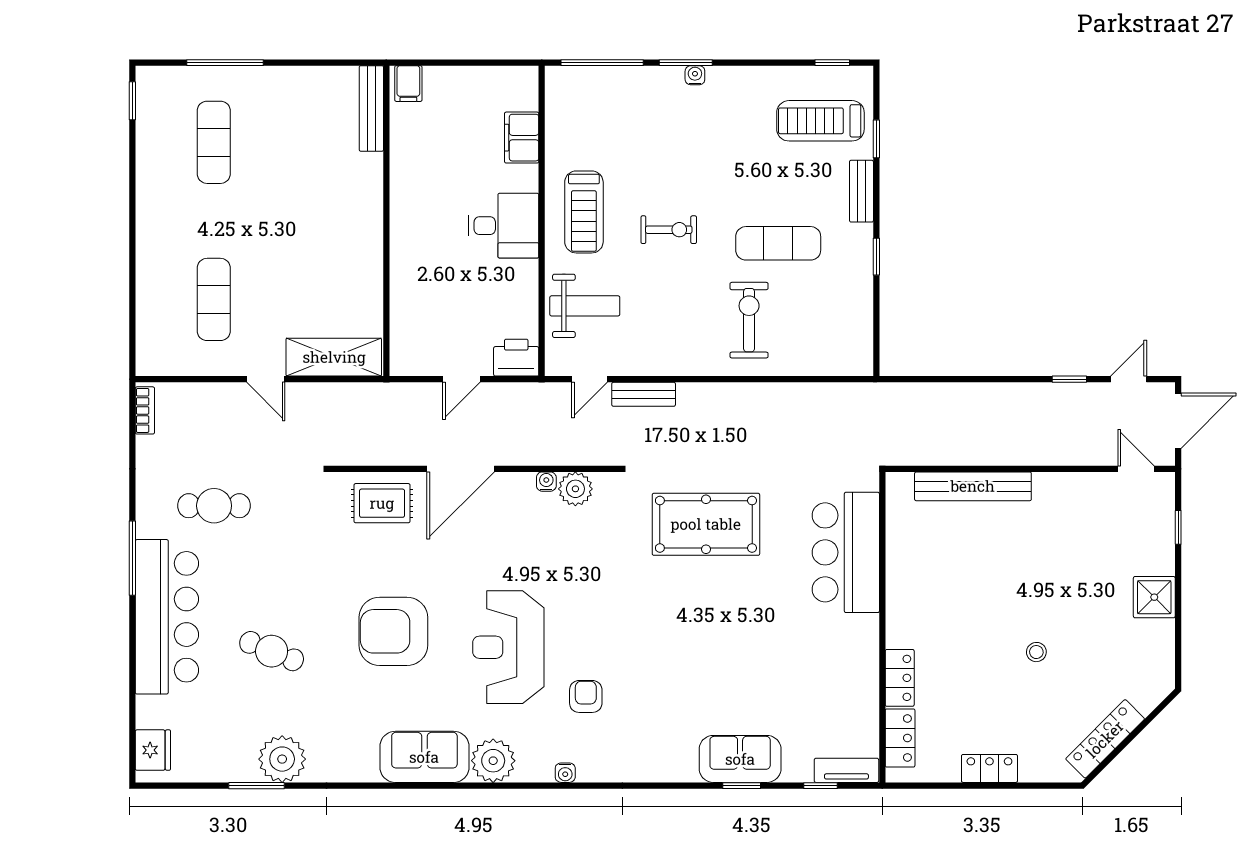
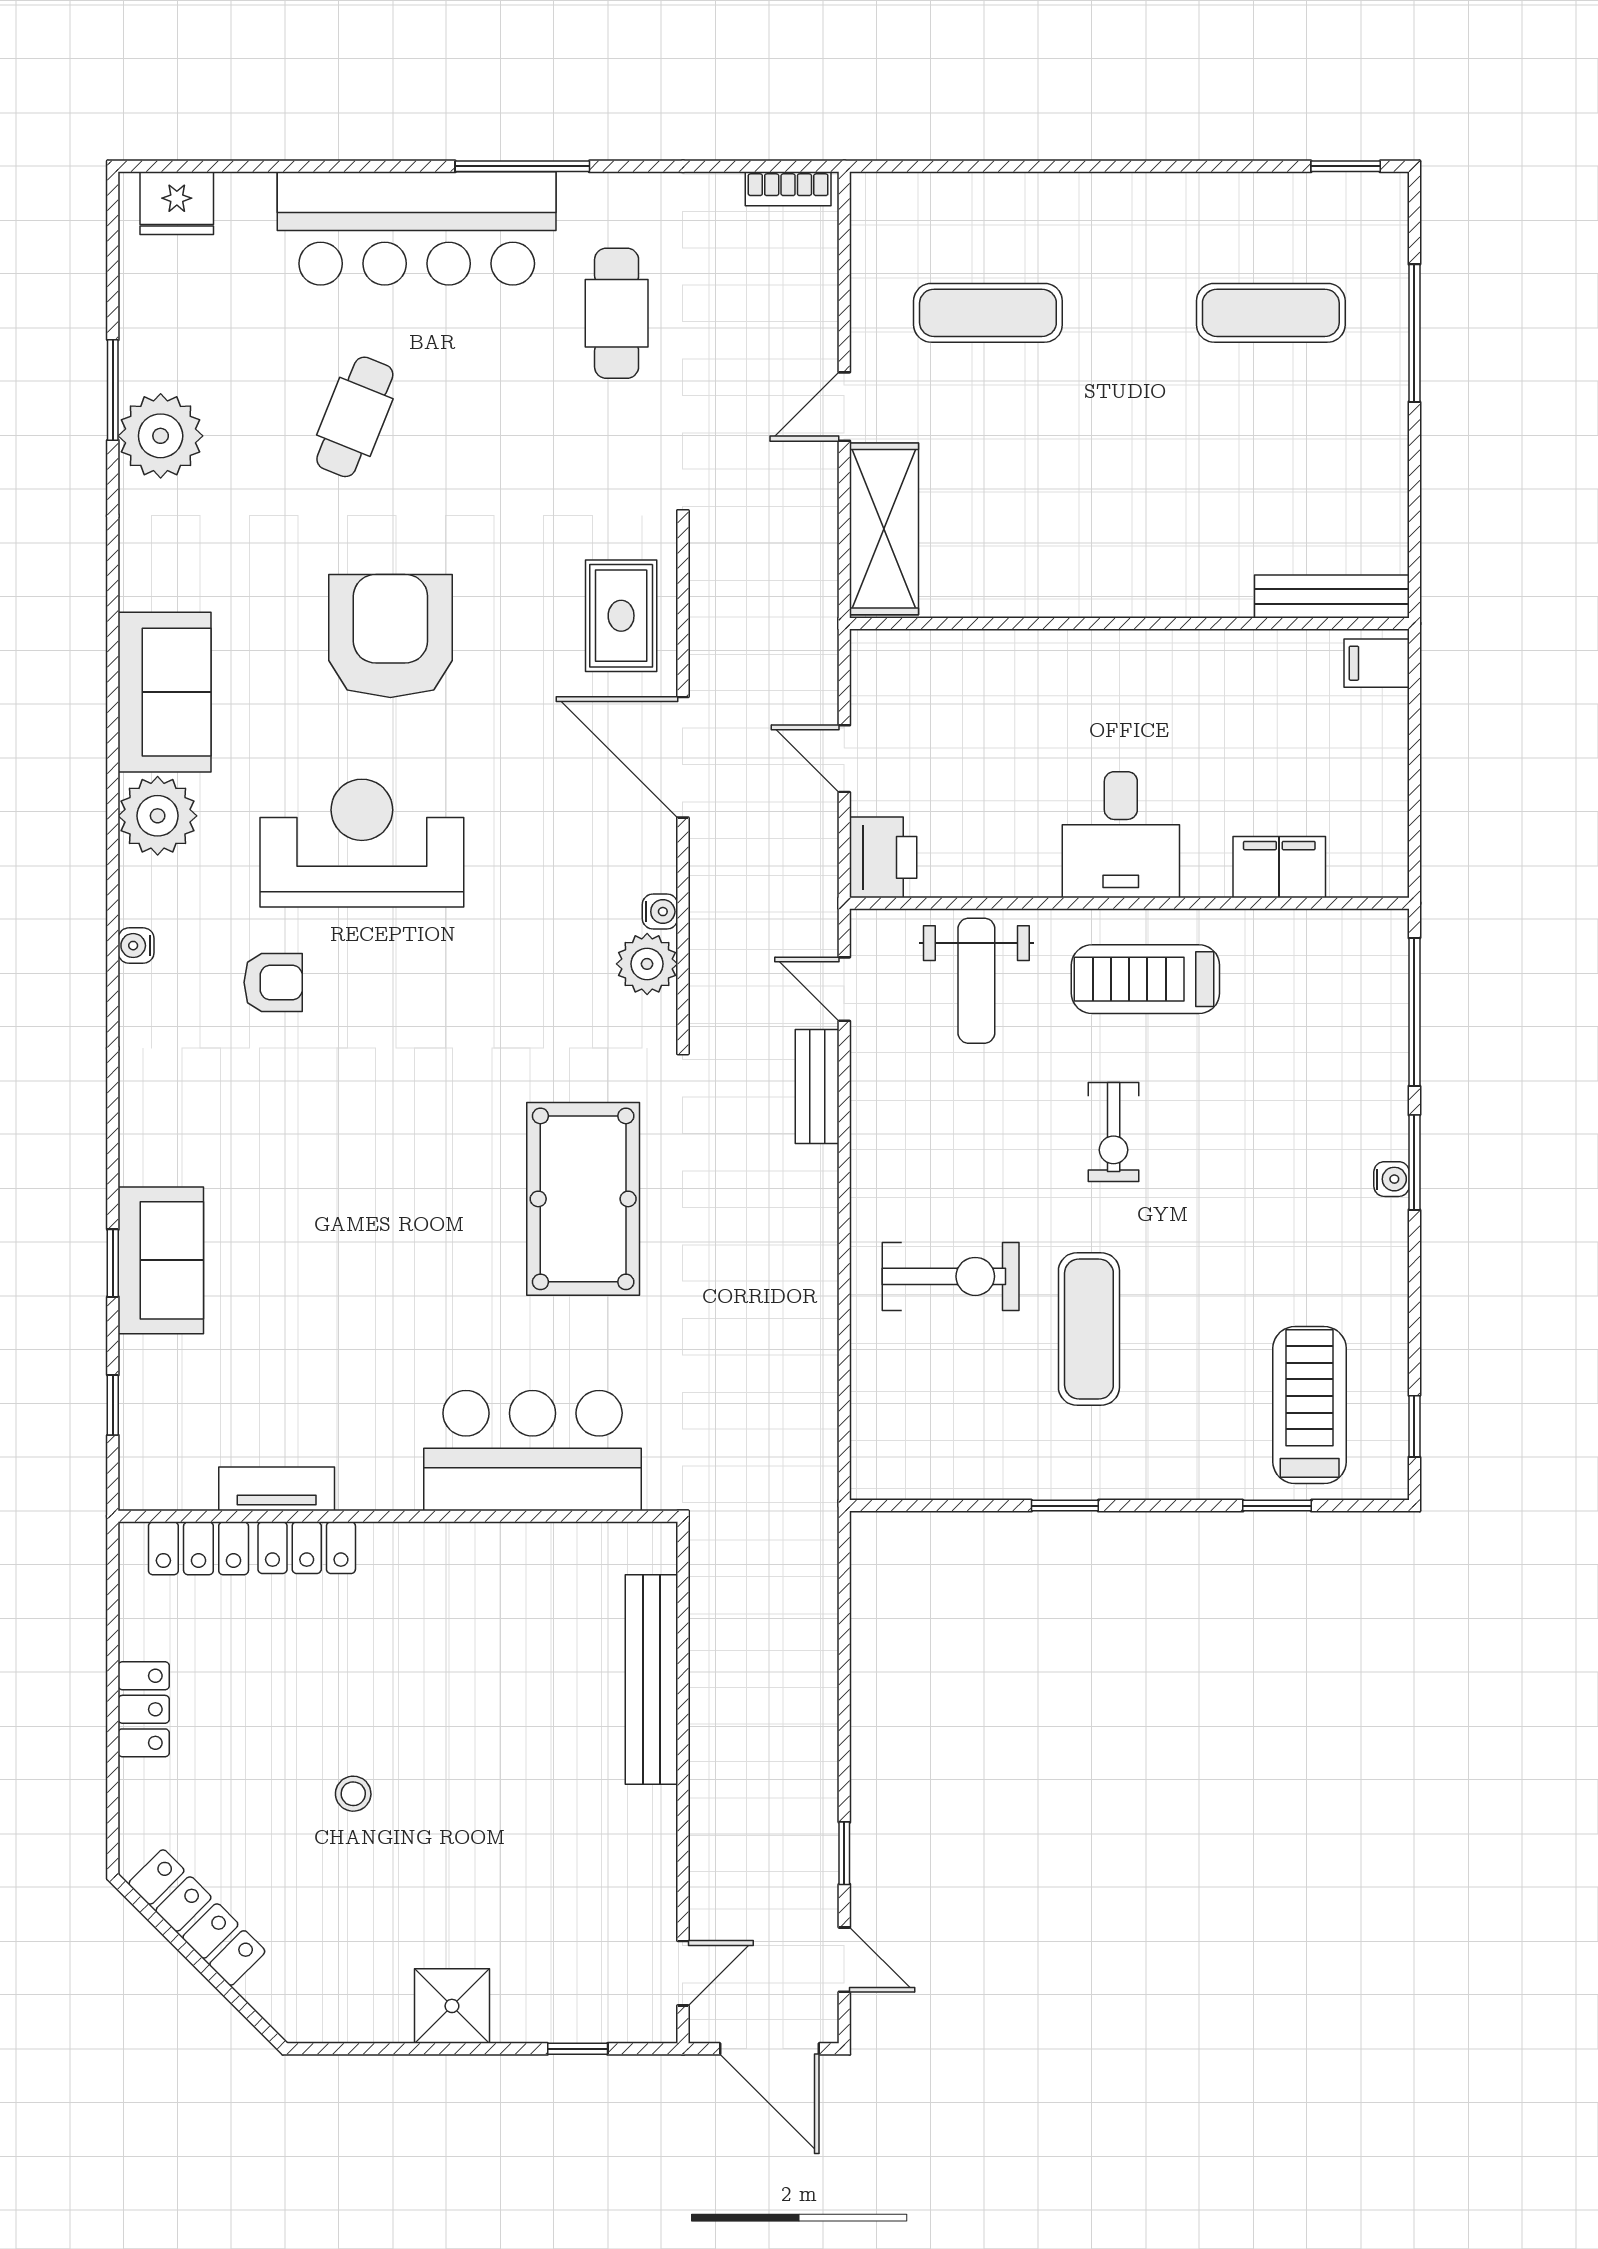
bench: (861, 191) -> (1183, 1479), removed
tv unit: (846, 770) -> (277, 1489), moved, turned -90

